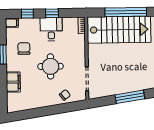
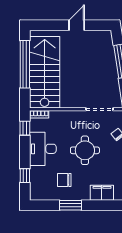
window: (52, 13) -> (25, 128), moved
filing cabinet: (12, 23) -> (35, 193), removed
desk: (51, 29) -> (43, 149), width x1.37

